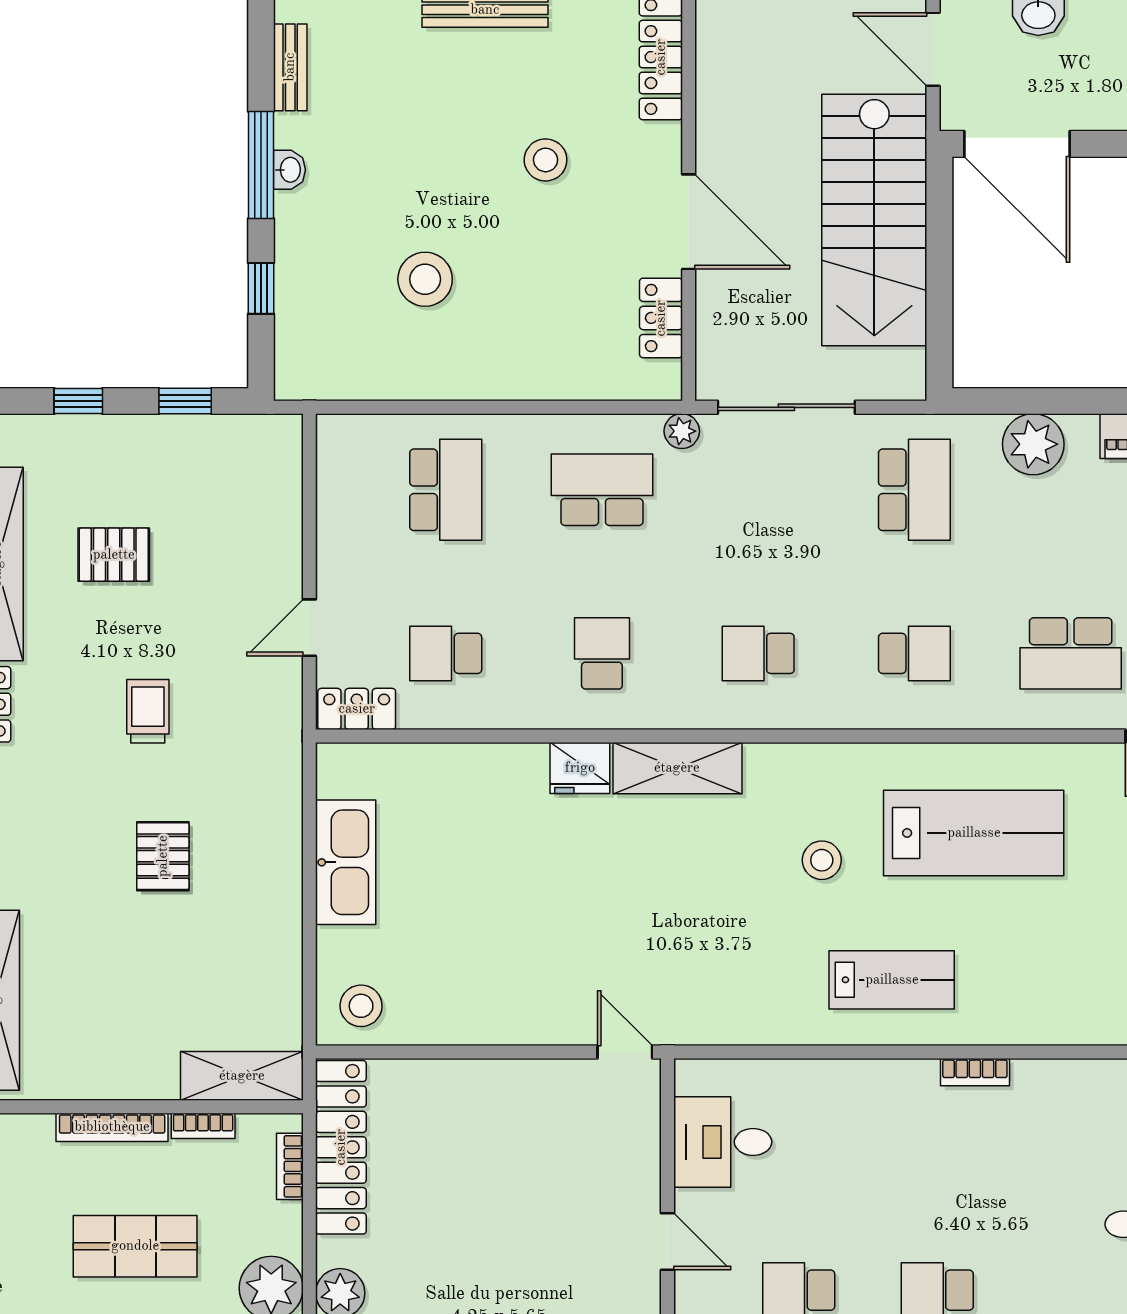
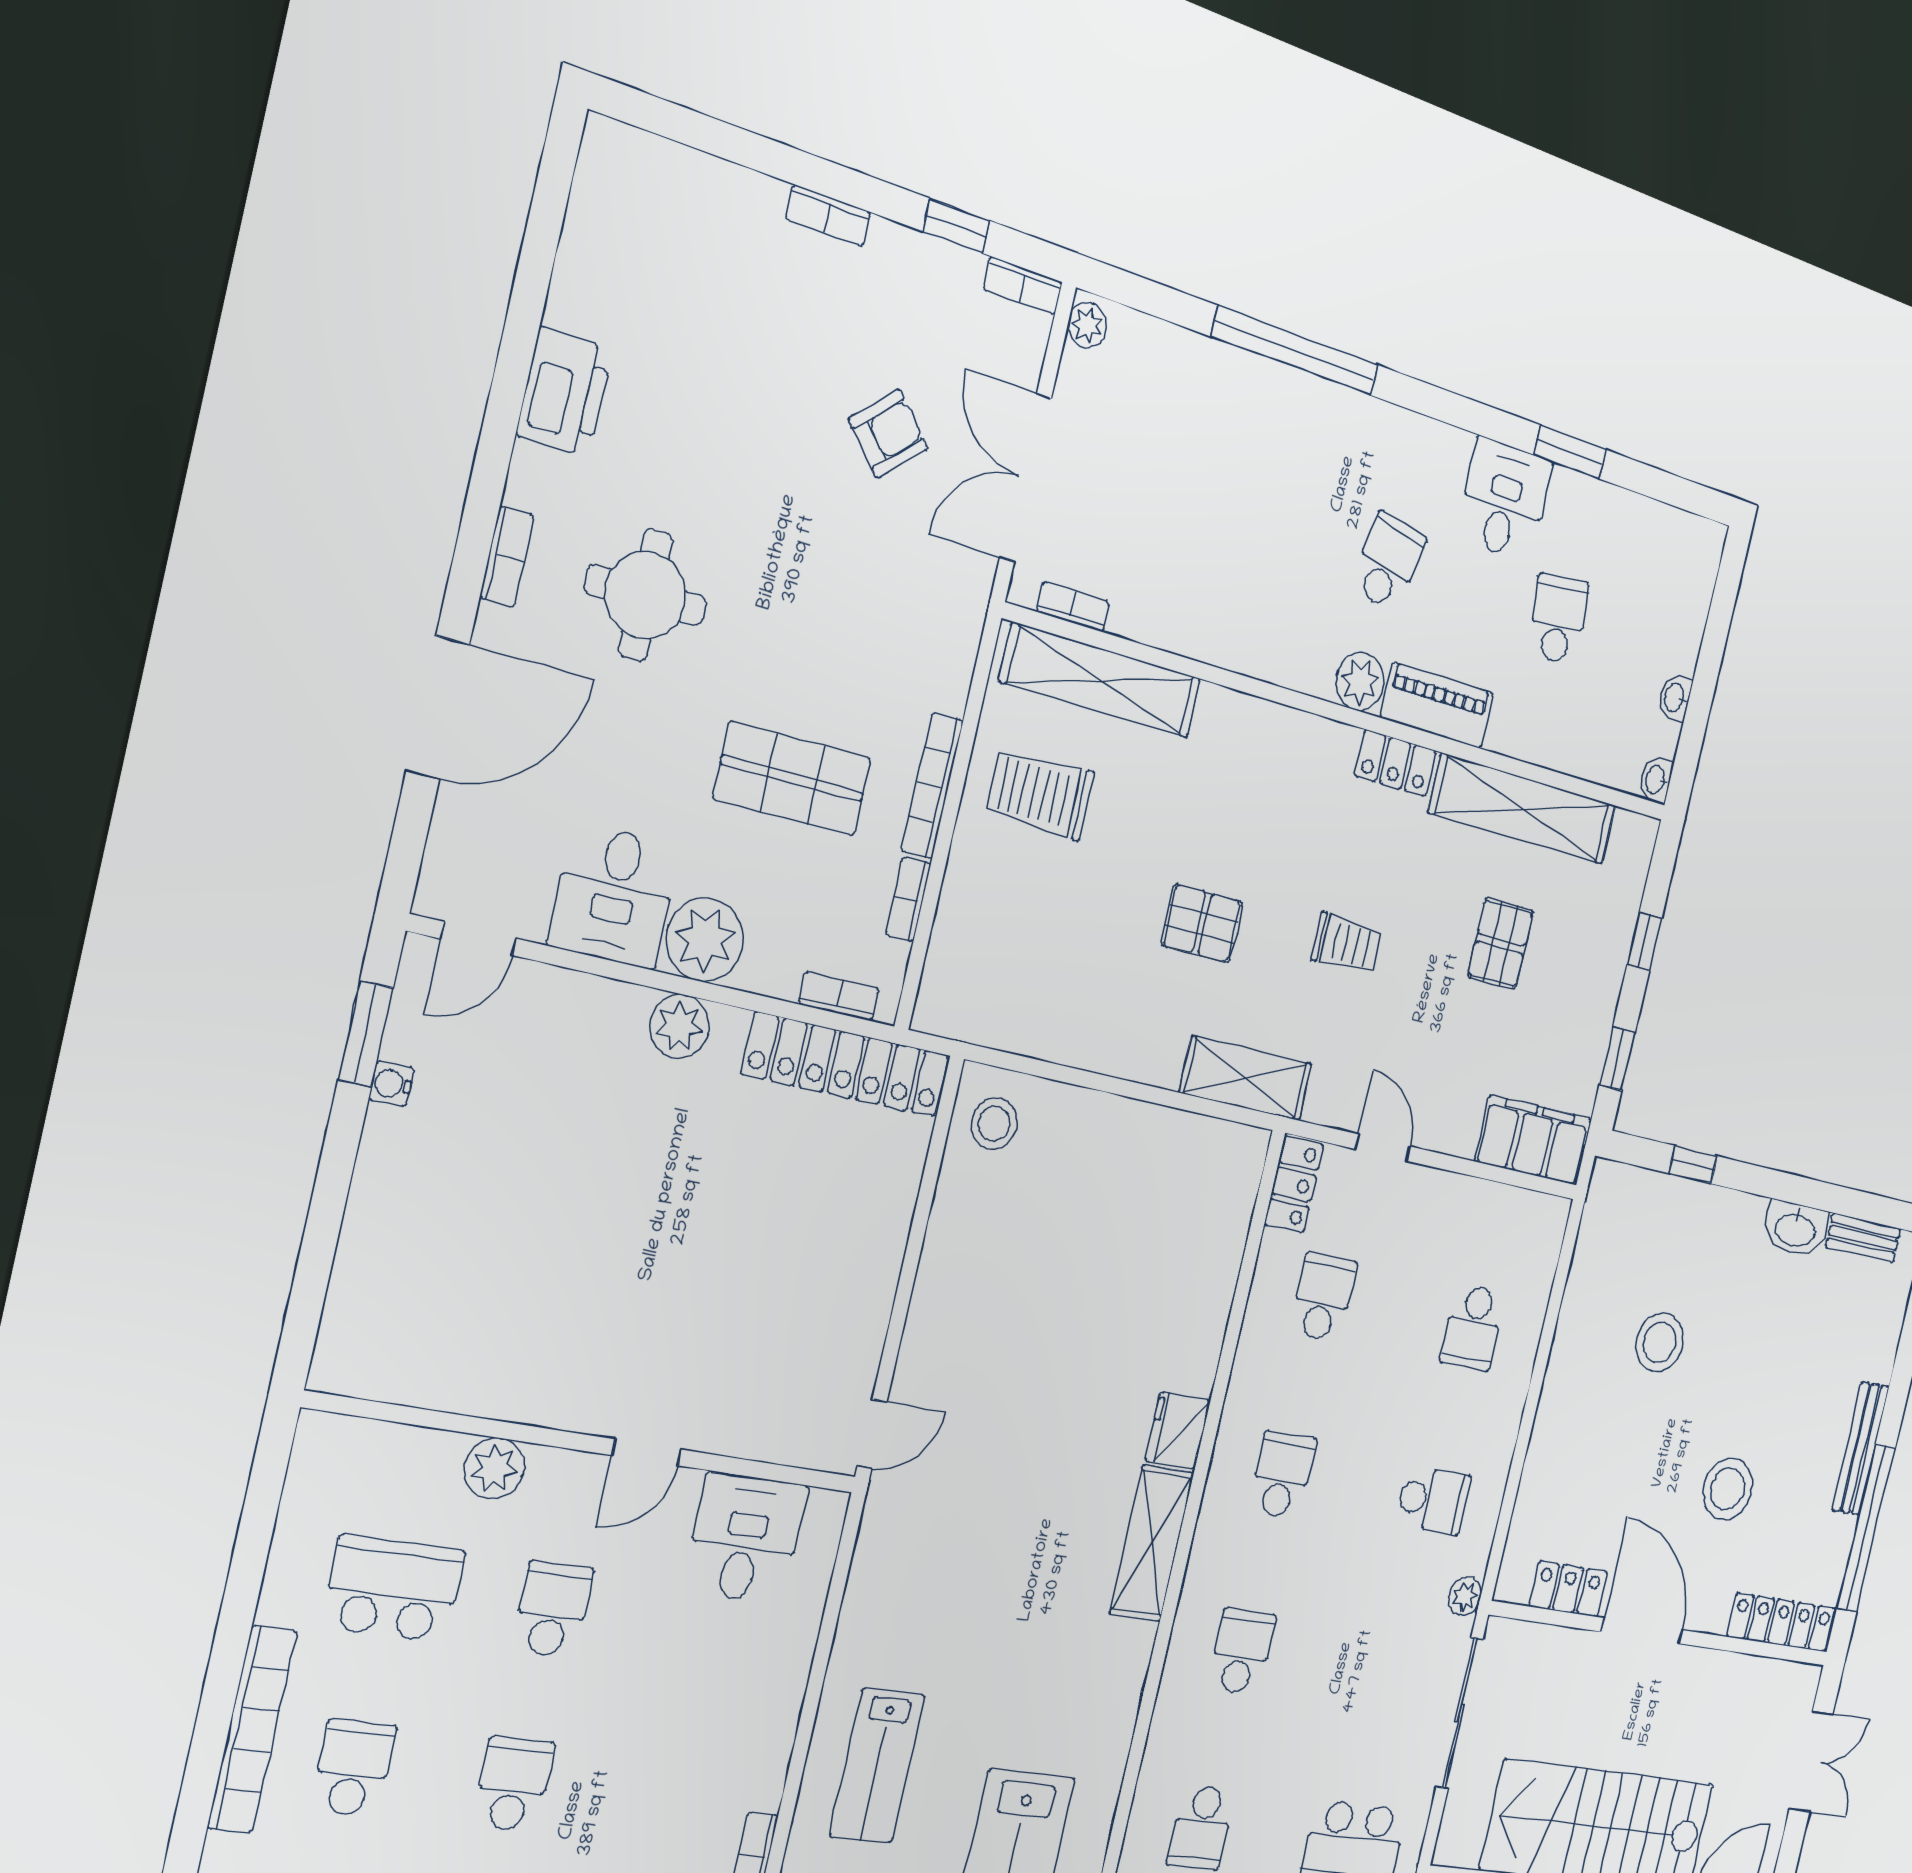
stool: (546, 160) -> (1728, 1489), width x1.38, depth x1.38
window: (261, 165) -> (1794, 1189), removed
washbasin: (289, 170) -> (1795, 1229), width x1.91, depth x1.45
door: (689, 222) -> (1642, 1631), swing flipped
filing cabinet: (273, 472) -> (1533, 1140), added
school desk: (446, 490) -> (1473, 1328), width x0.54
school desk: (602, 490) -> (1433, 1500), width x0.54
school desk: (602, 653) -> (1282, 1475), turned -90
stool: (822, 860) -> (1021, 1698), removed
kitchen sink: (346, 862) -> (1146, 1138), removed
trolley: (96, 1031) -> (1040, 794), added
shelving: (242, 1076) -> (1246, 1078), moved, turned 90
shop shelf: (135, 1246) -> (792, 779), turned 90

